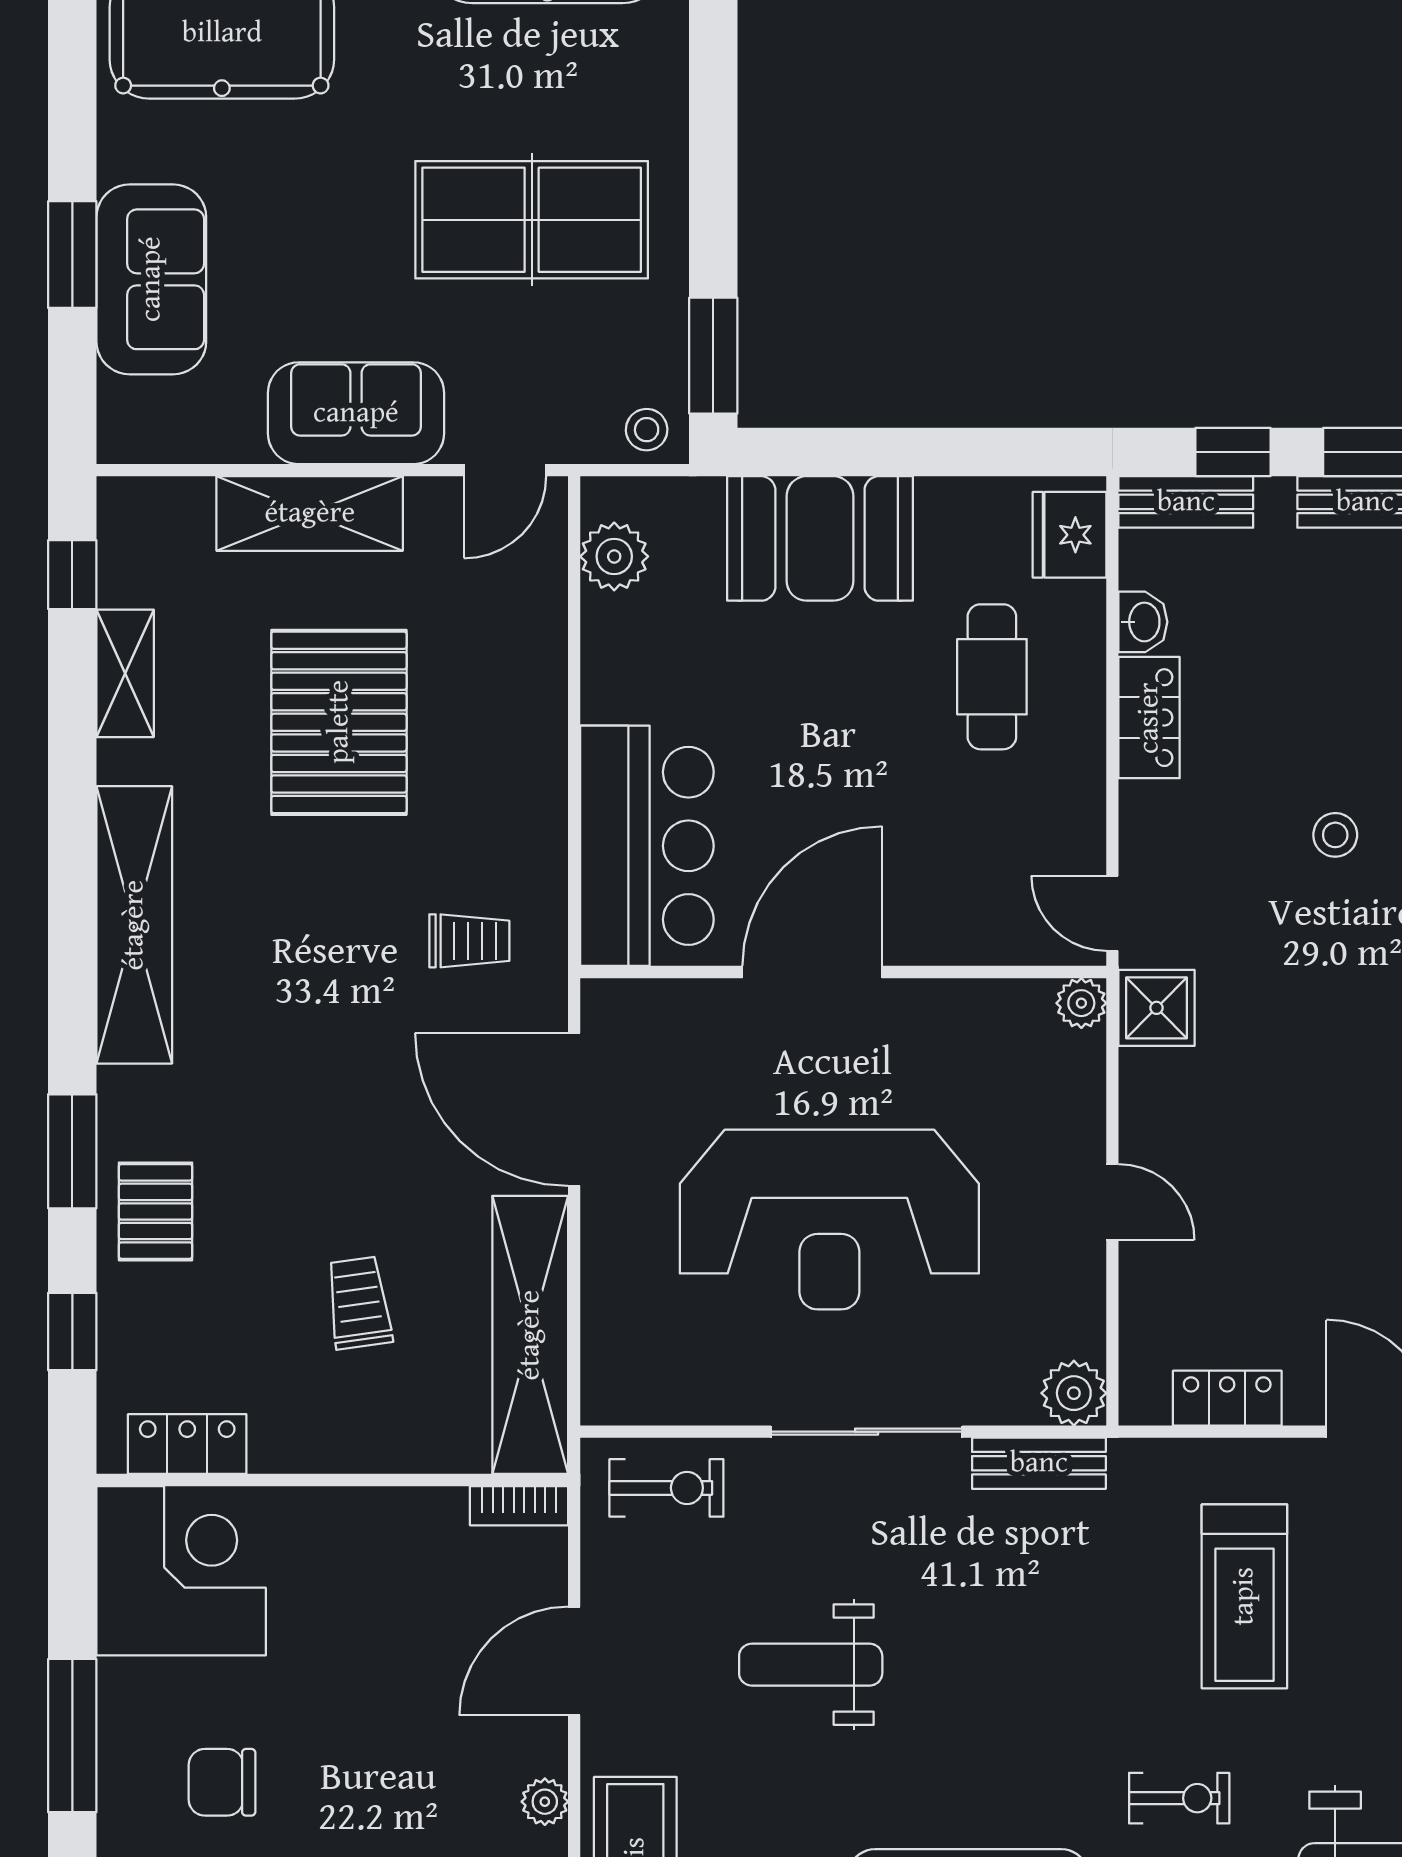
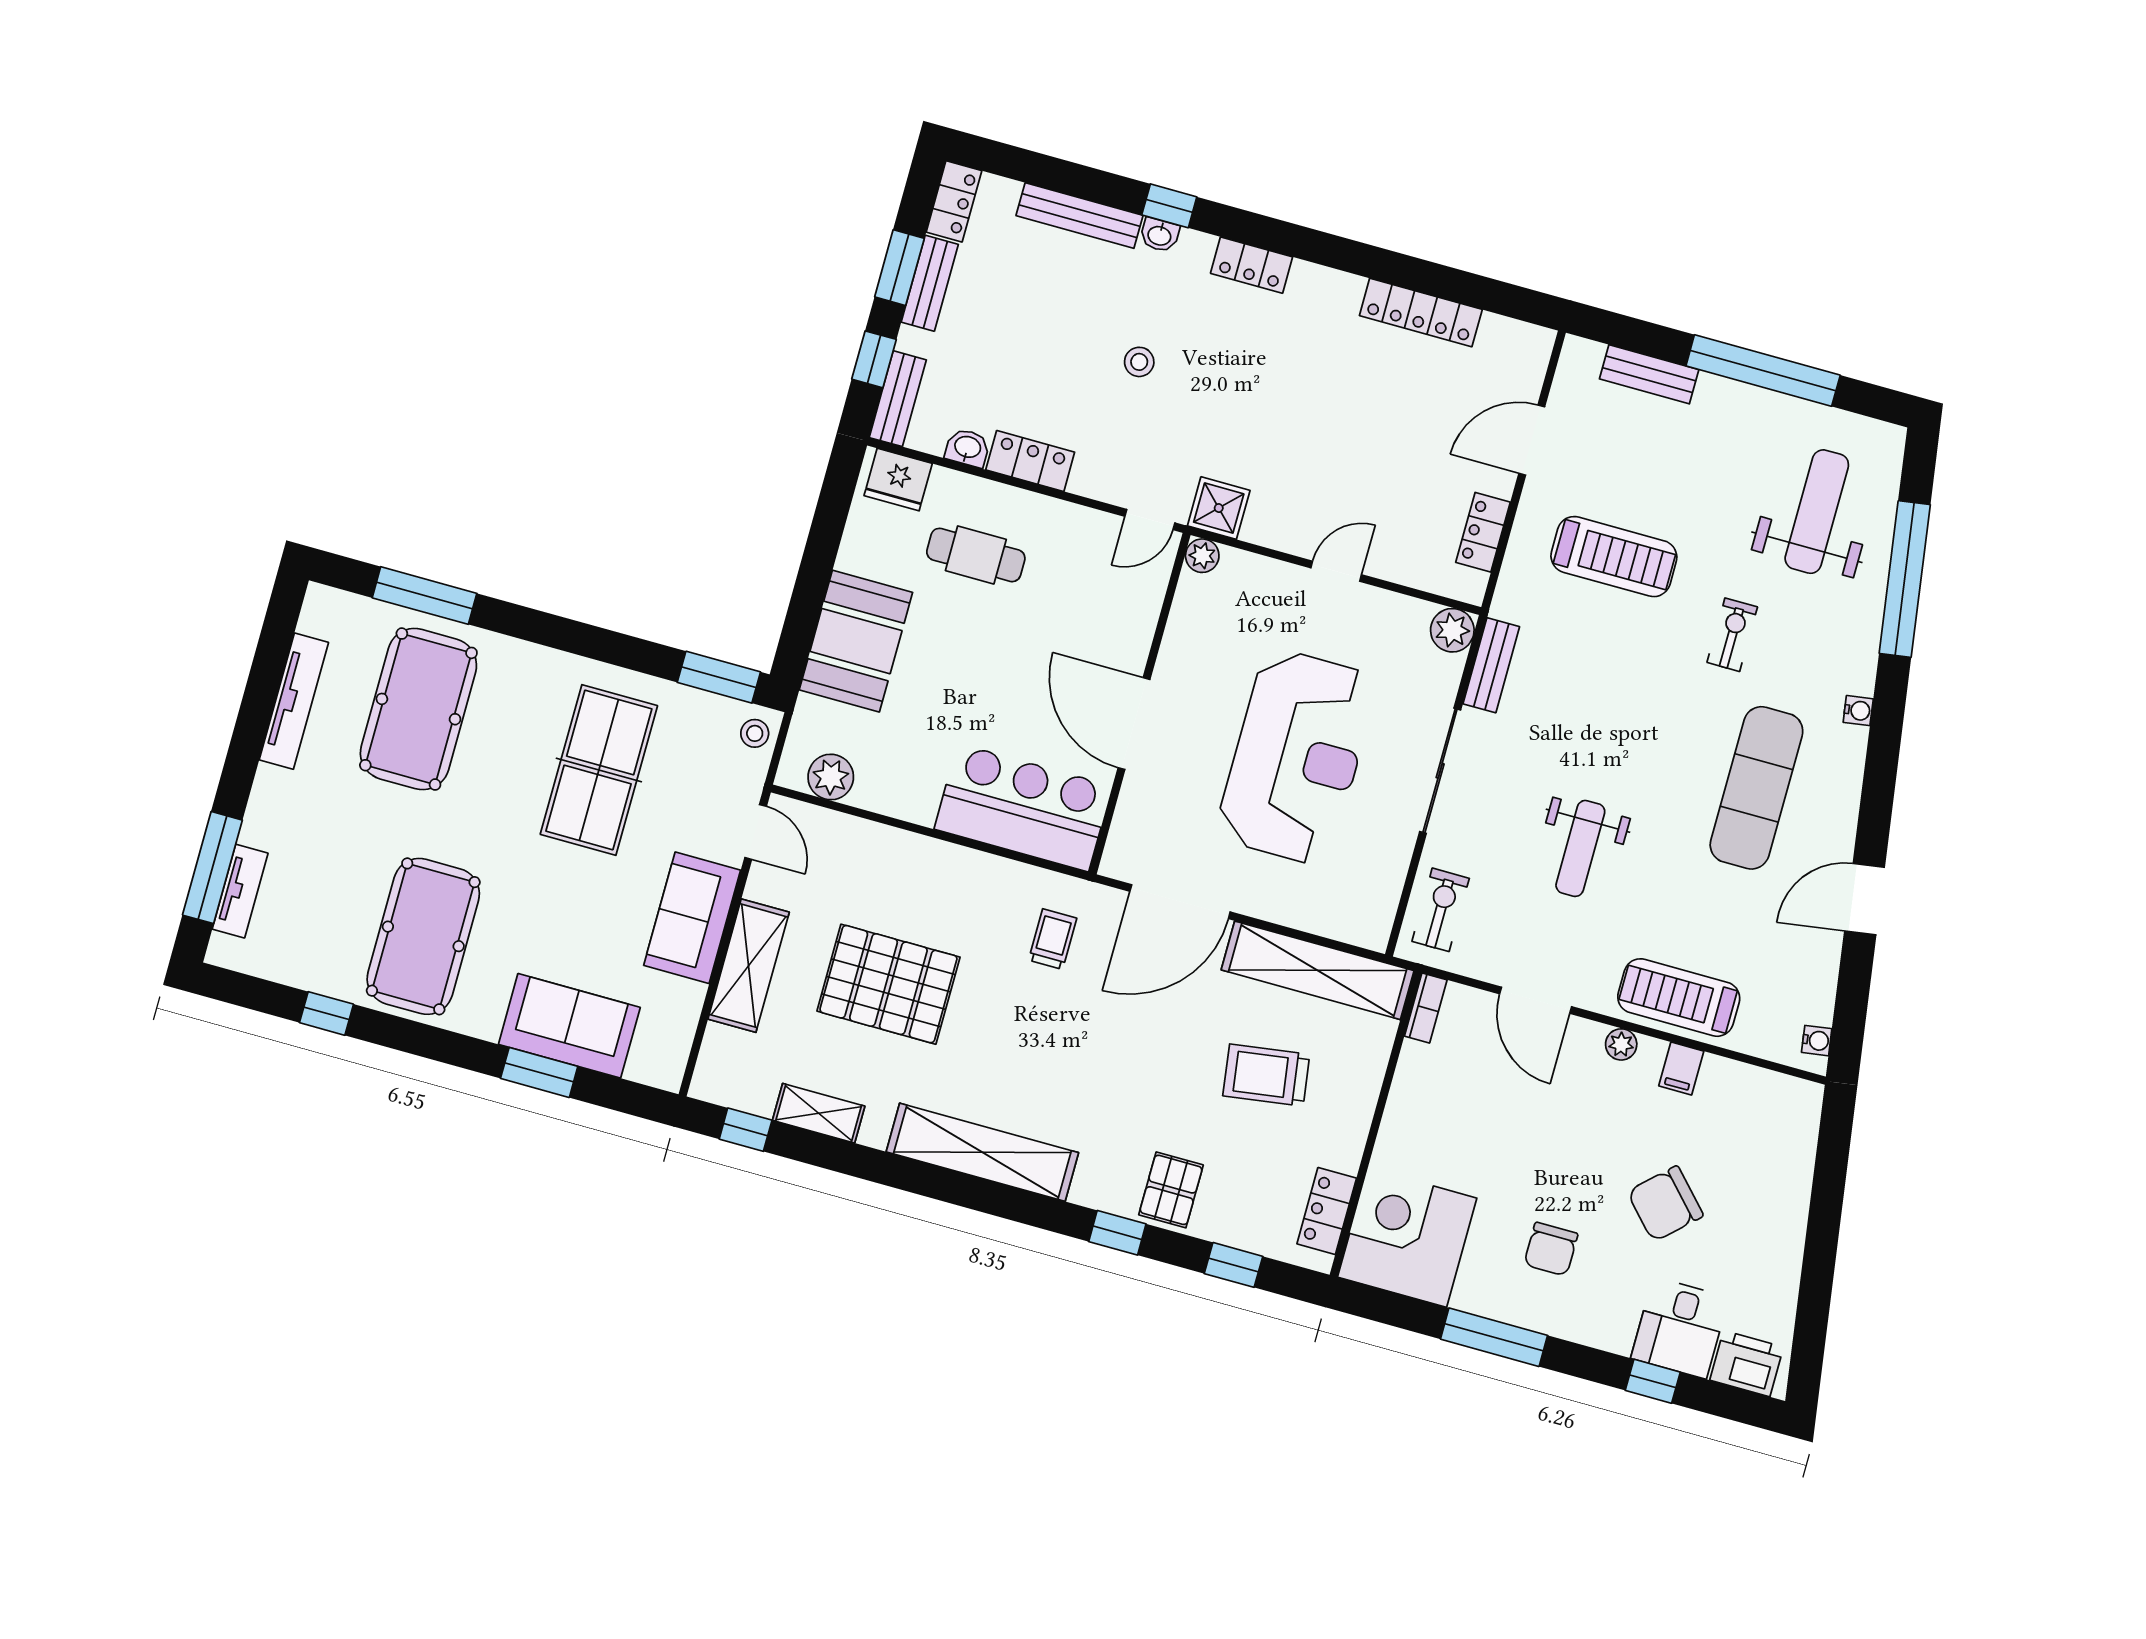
window: (72, 1151) -> (1117, 1233), width x0.67
pallet: (156, 1211) -> (1171, 1190), turned 90
trolley: (359, 1303) -> (1266, 1075), width x1.36, depth x1.39

